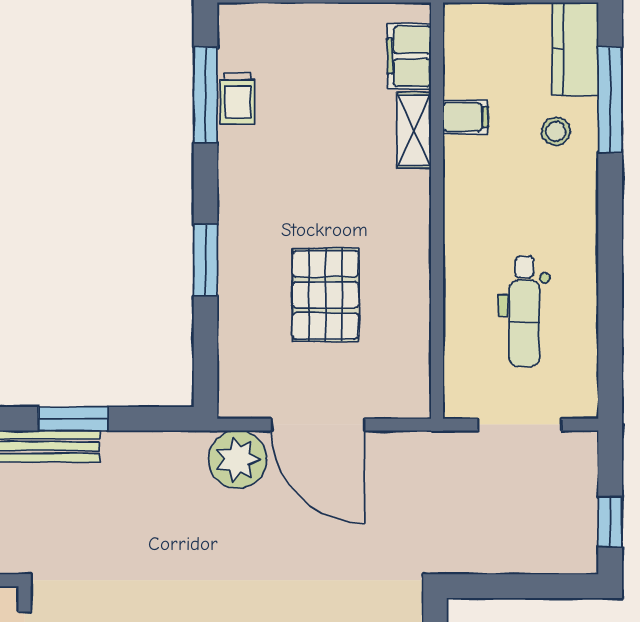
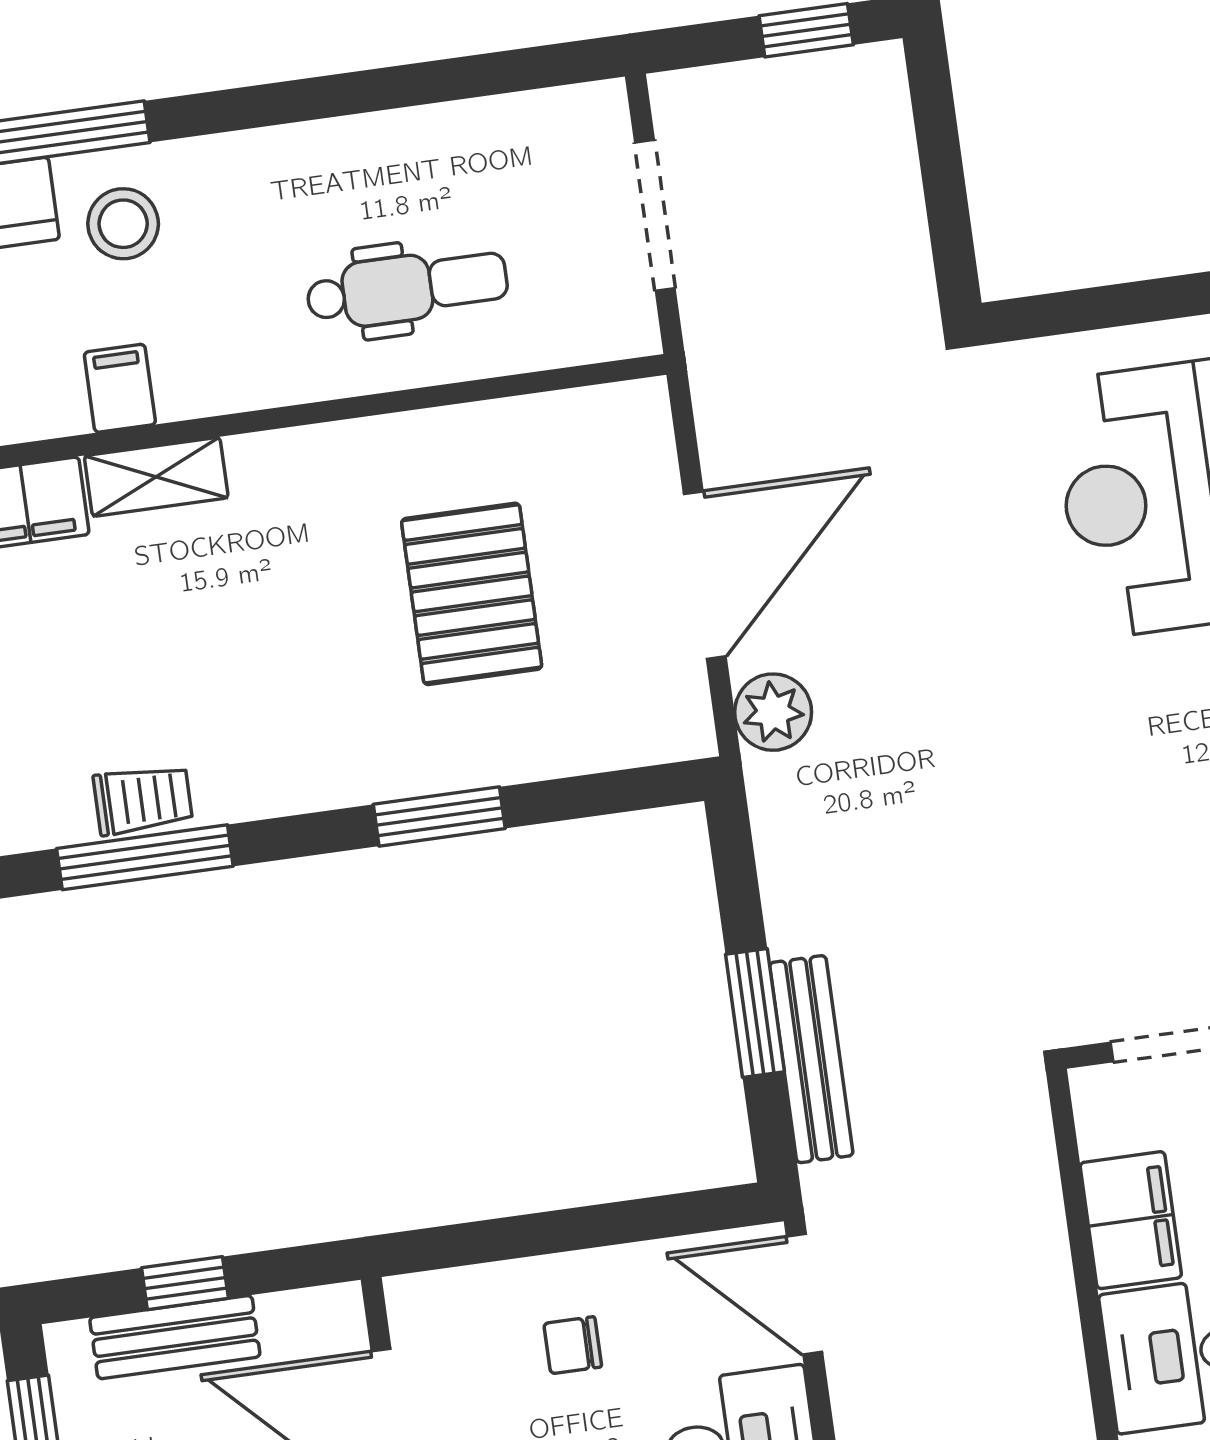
stool: (556, 131) -> (123, 224), width x1.37, depth x1.37
pallet: (326, 295) -> (472, 594), turned 90
dental chair: (524, 311) -> (407, 288), moved
plant: (237, 460) -> (773, 712), width x0.73, depth x0.73

